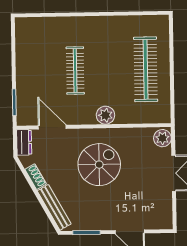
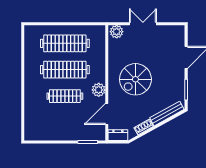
clothes rail: (110, 70) -> (65, 70), added
plant: (105, 115) -> (99, 90), moved
spiral stairs: (99, 165) -> (135, 79), turned -90

